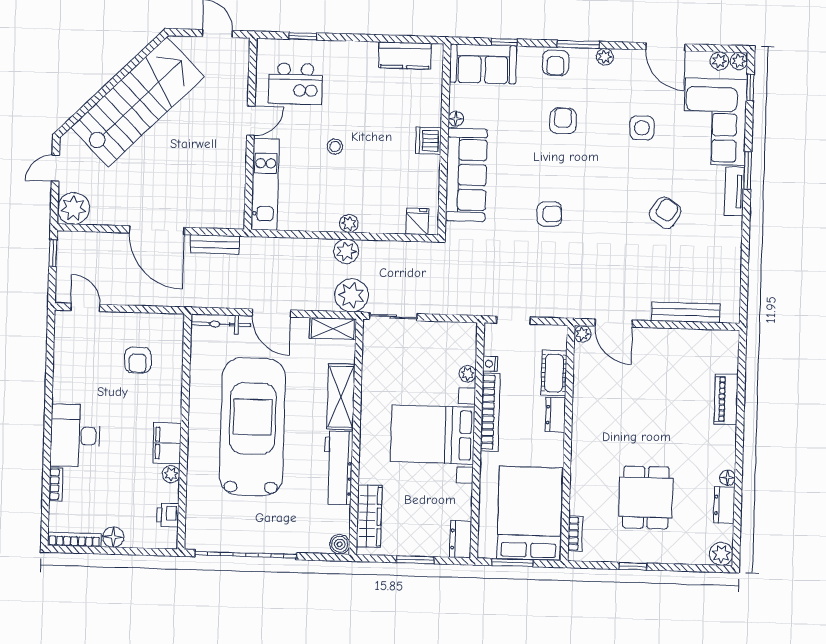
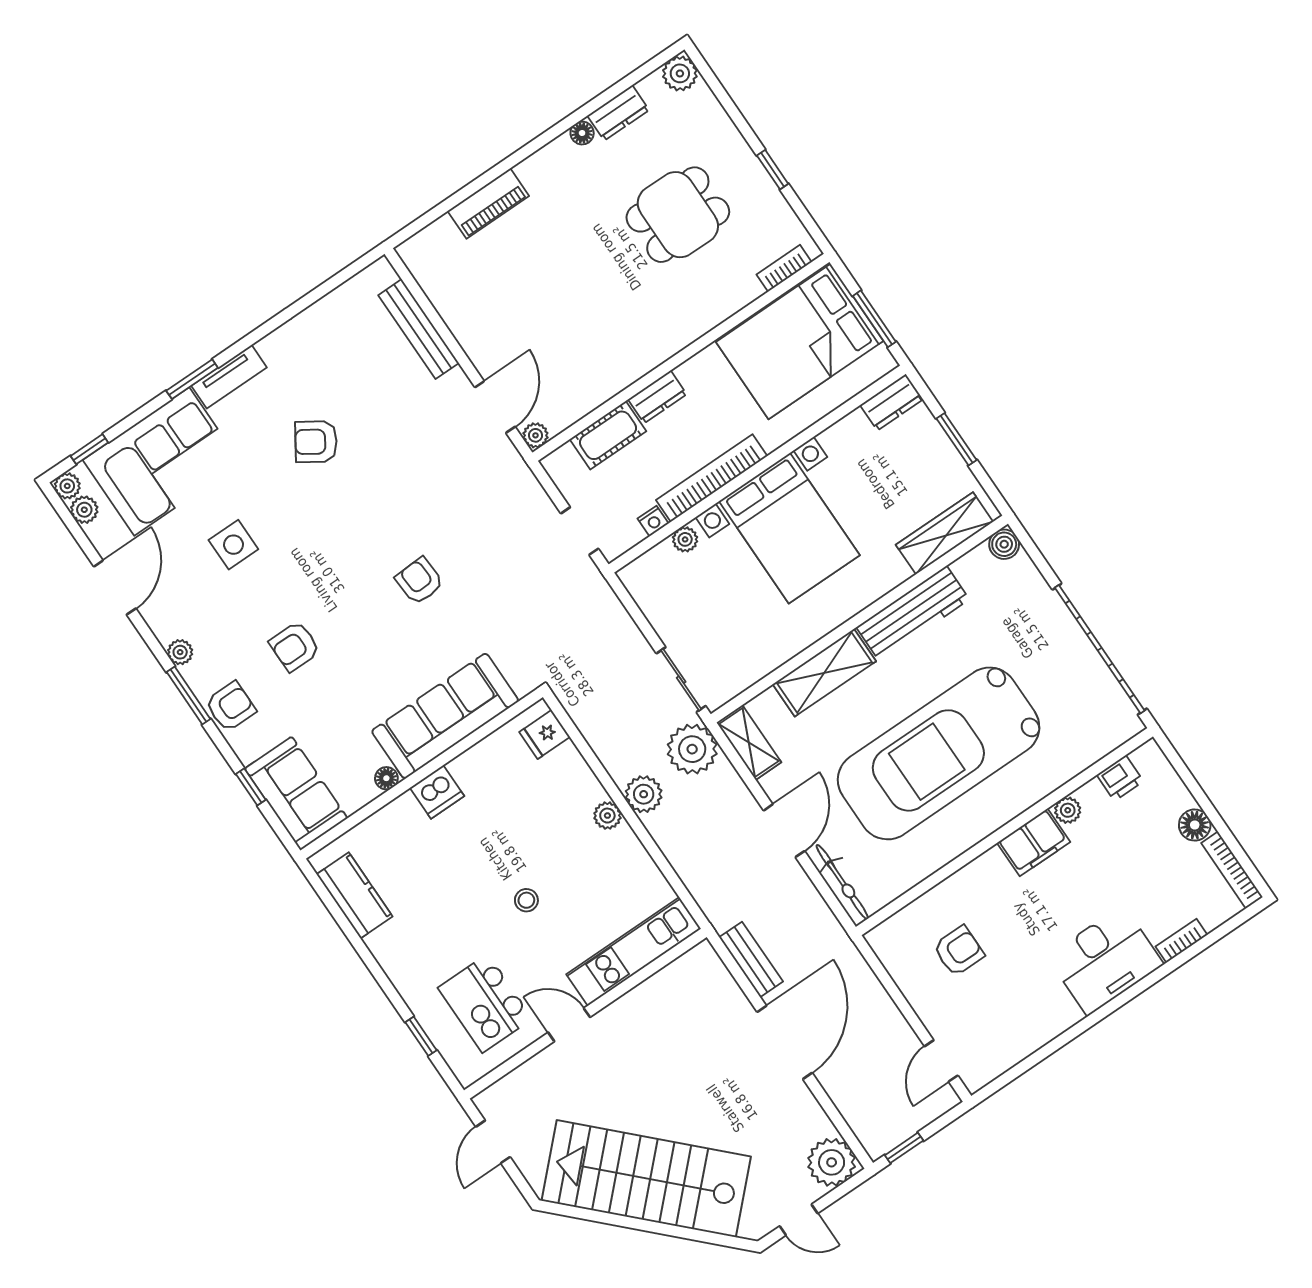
kitchen island: (295, 84) -> (485, 1003), turned 180

